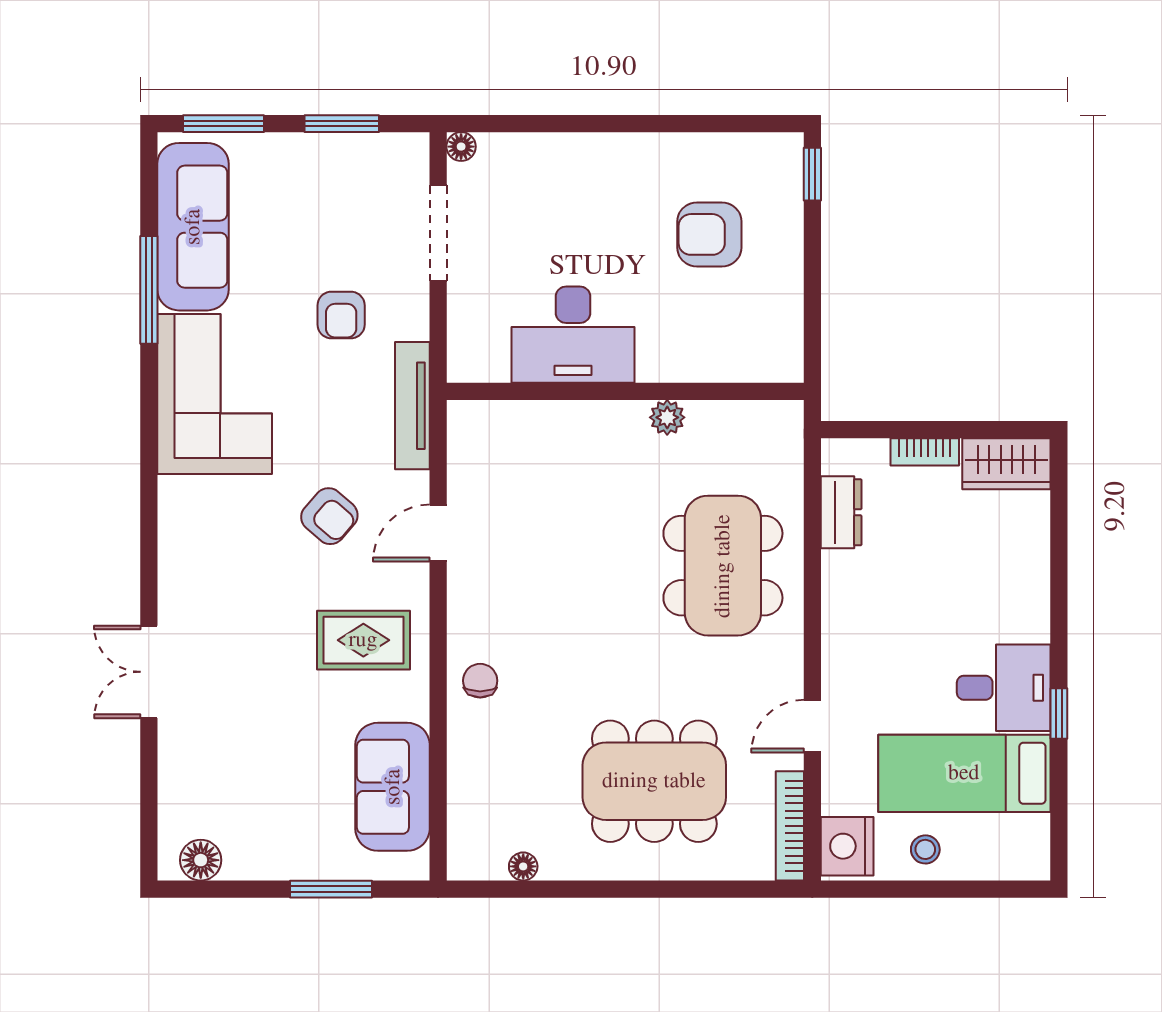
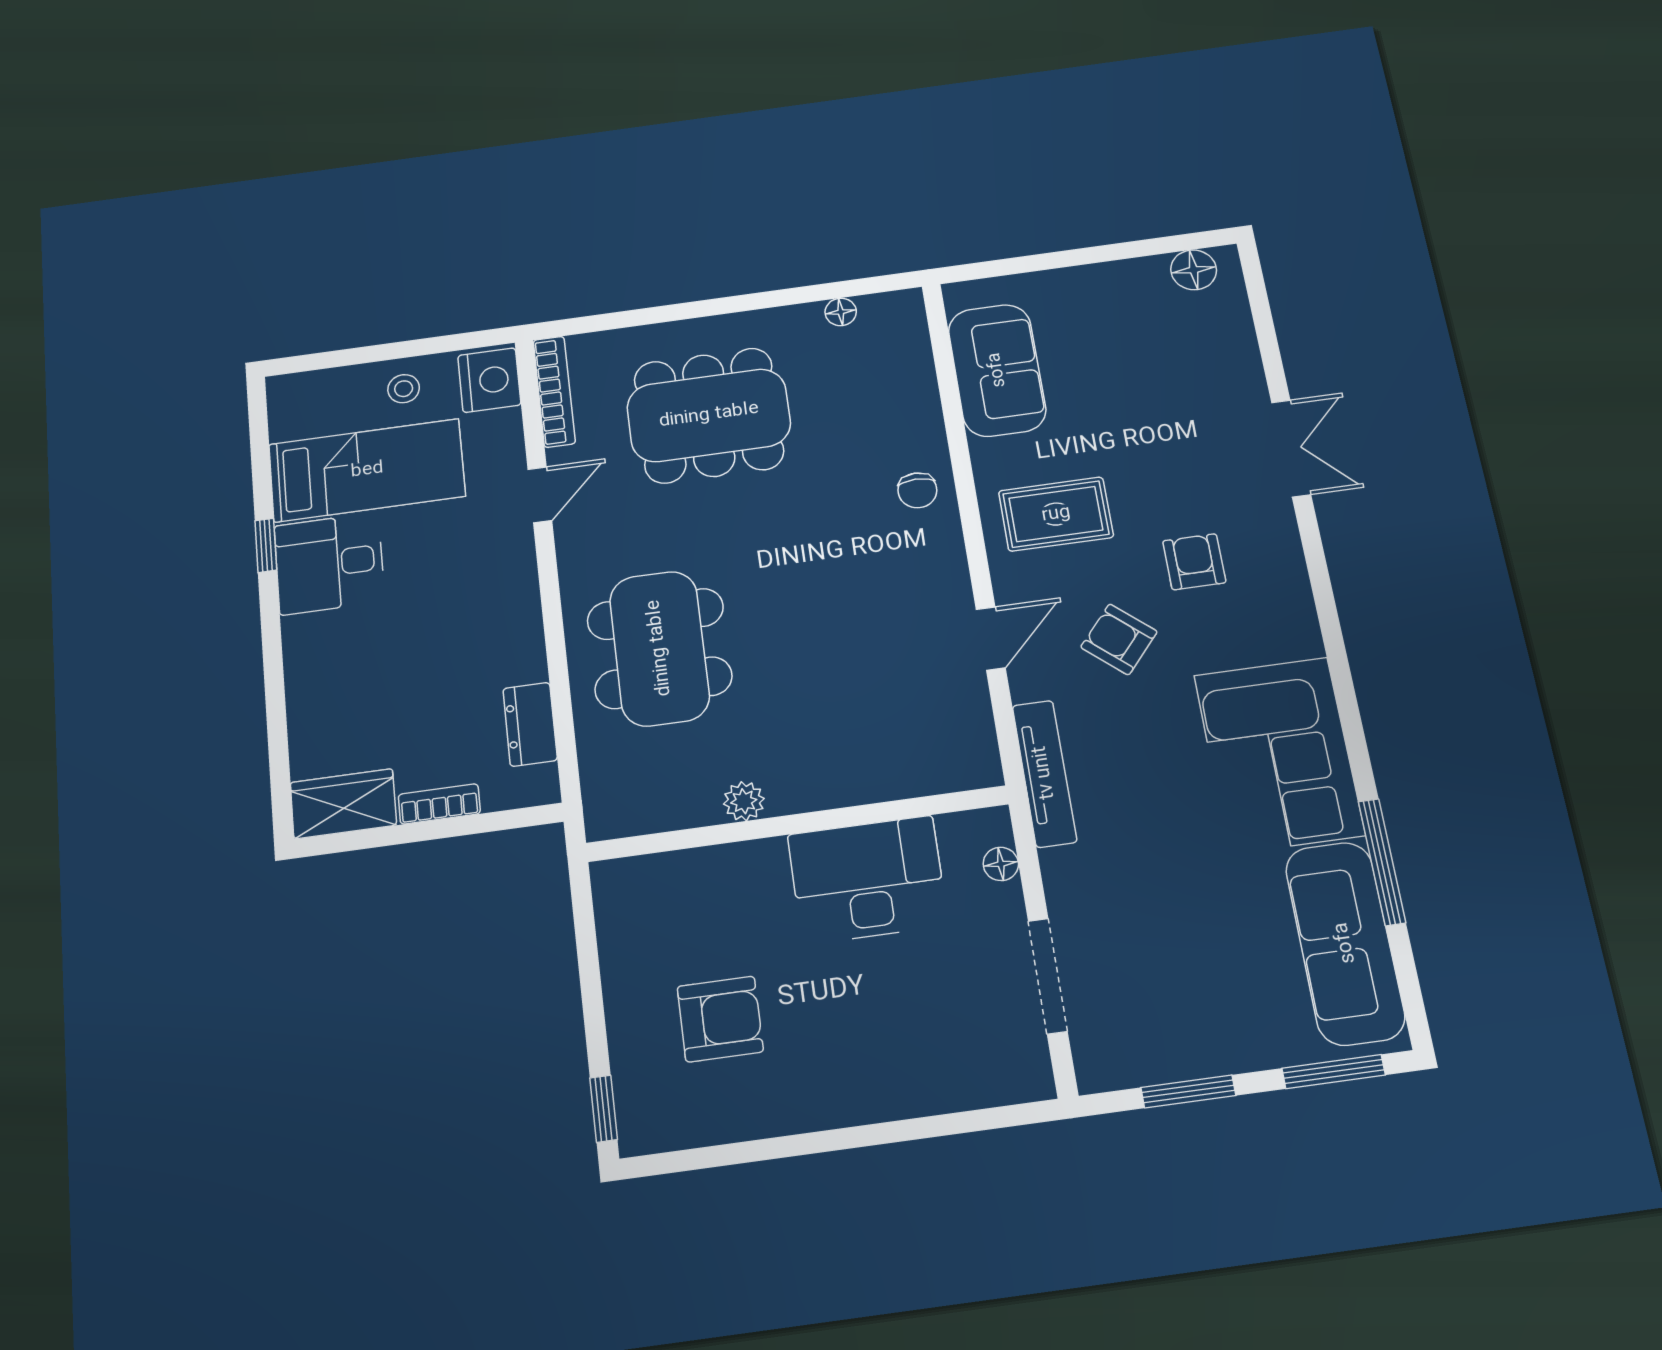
floor lamp: (461, 147) -> (1001, 864), moved
armchair: (341, 315) -> (1194, 562), moved
window: (331, 889) -> (1046, 261), removed

